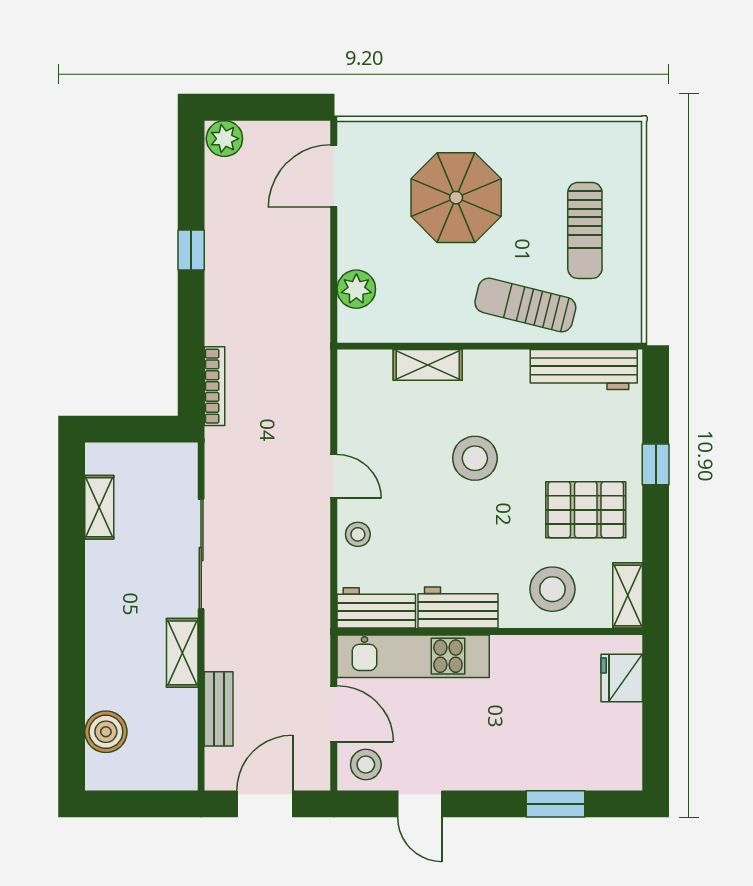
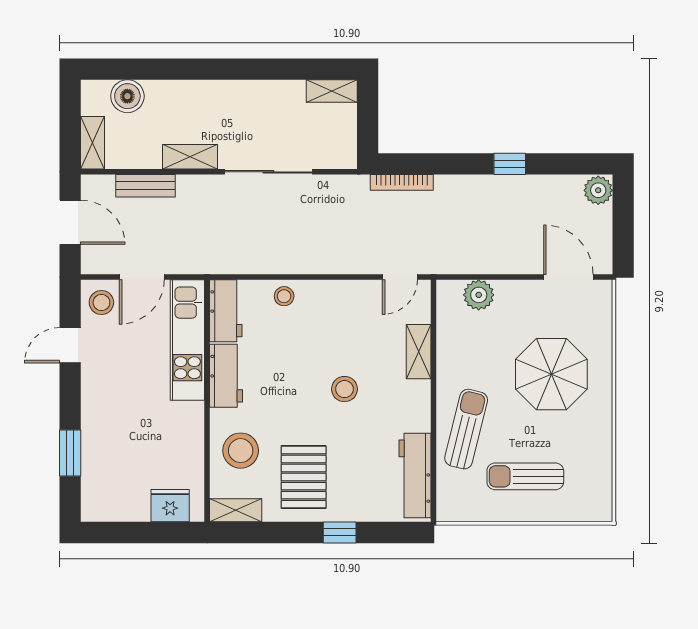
stool: (475, 458) -> (344, 389), width x0.73, depth x0.73
door: (334, 476) -> (400, 277), moved
shelving: (99, 507) -> (332, 91), moved
shelving: (165, 776) -> (93, 143), added

